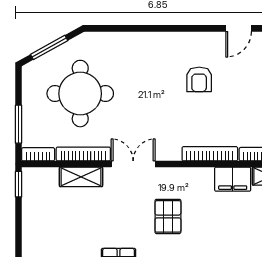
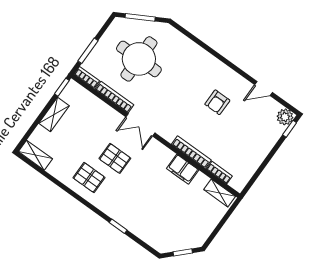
double door: (133, 164) -> (140, 125), swing flipped
shelving: (81, 177) -> (54, 114), moved, turned 90
filing cabinet: (233, 179) -> (183, 169), moved
pallet: (168, 216) -> (115, 158), moved, turned 90

